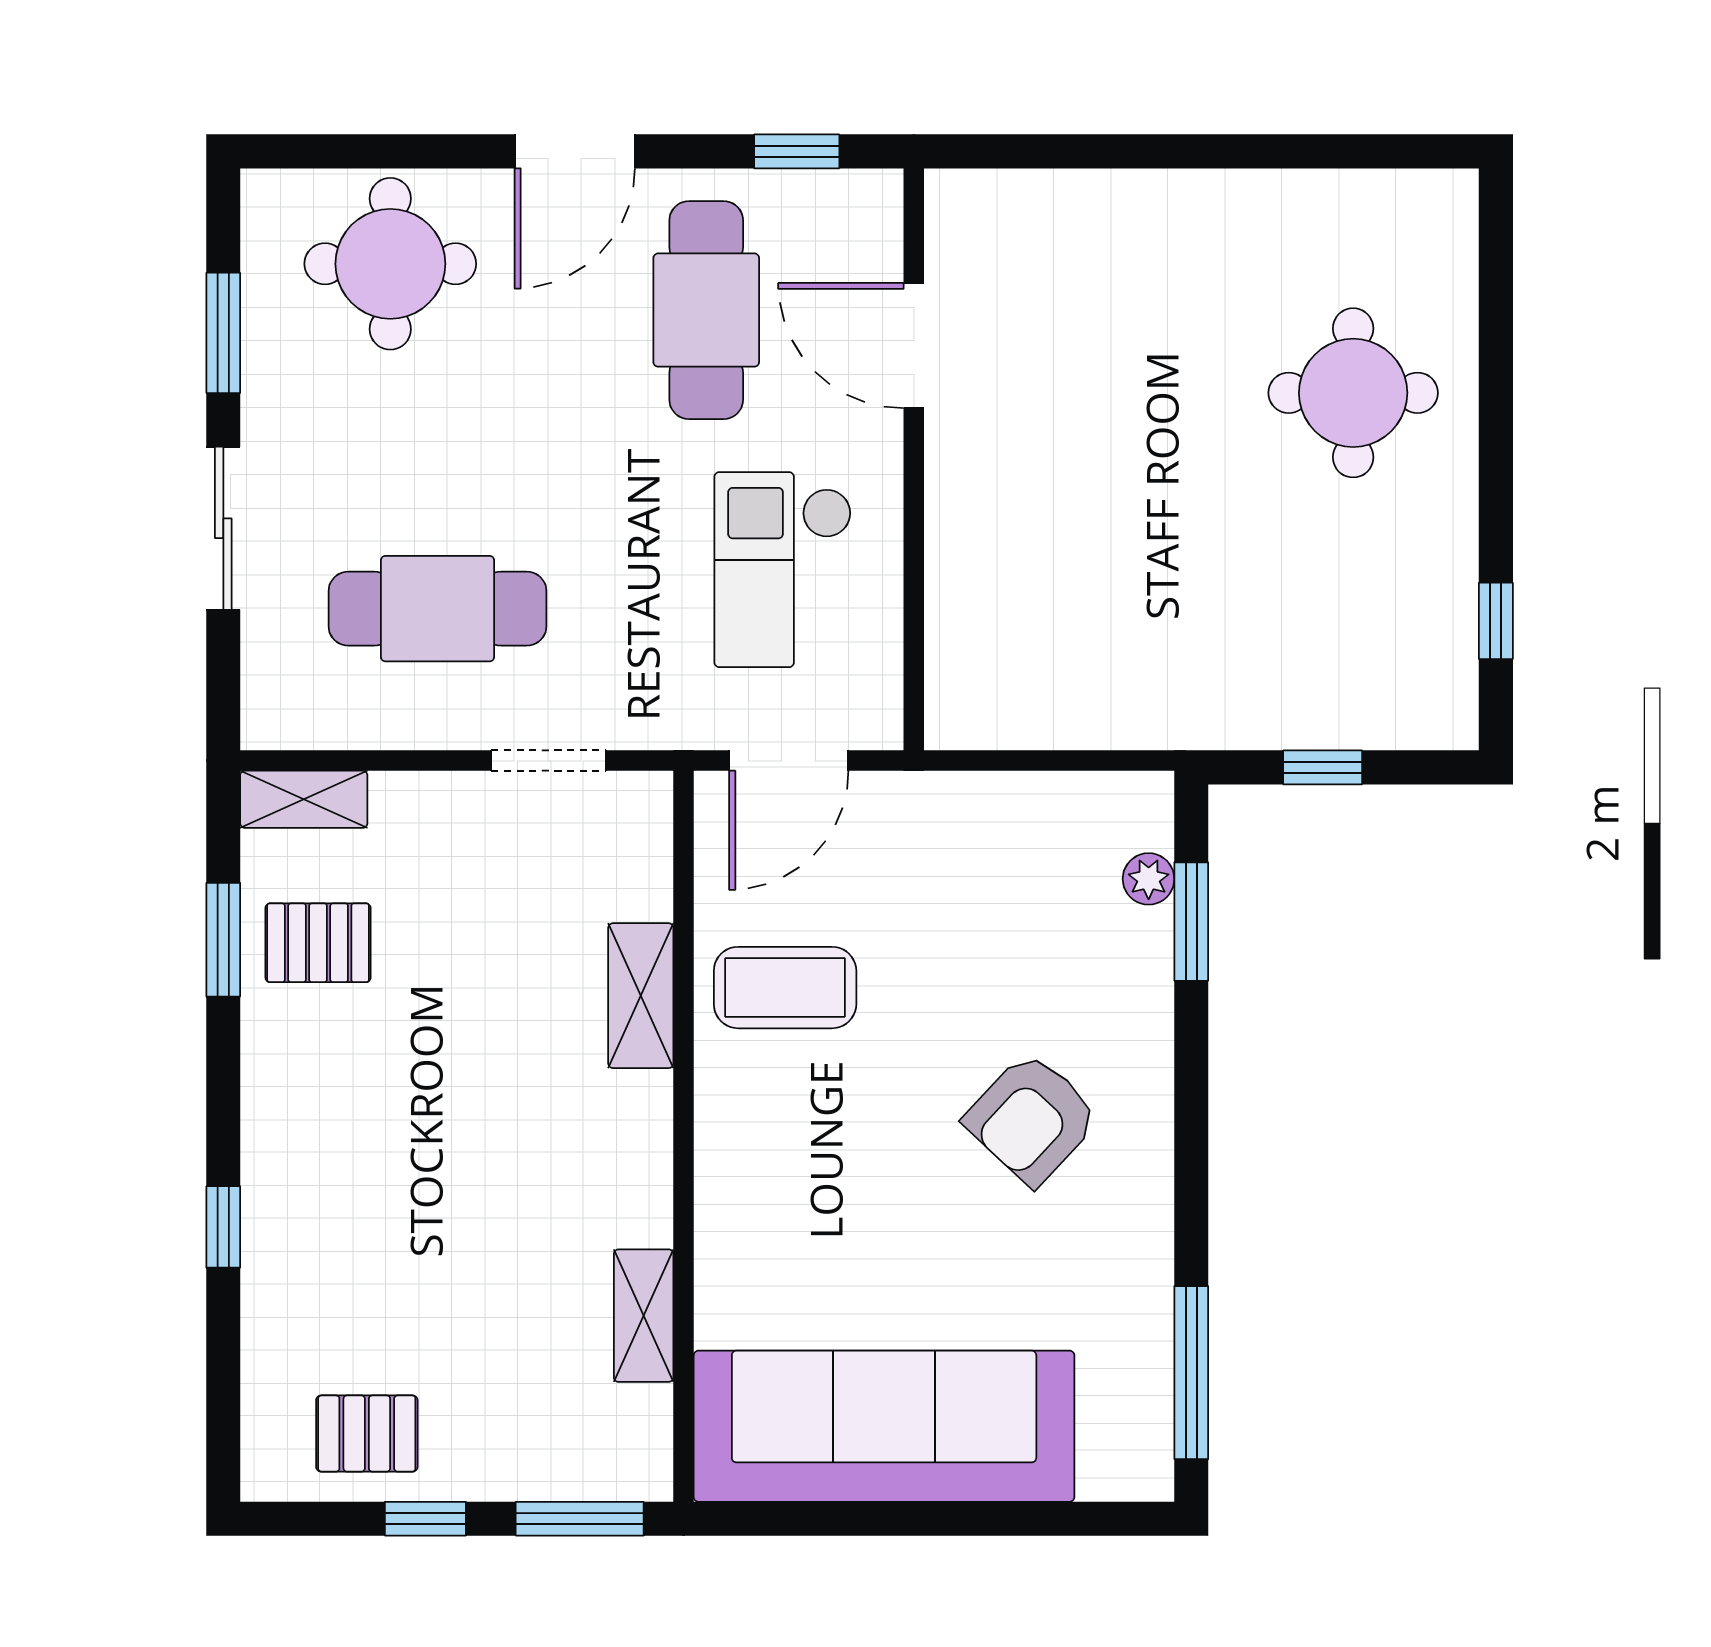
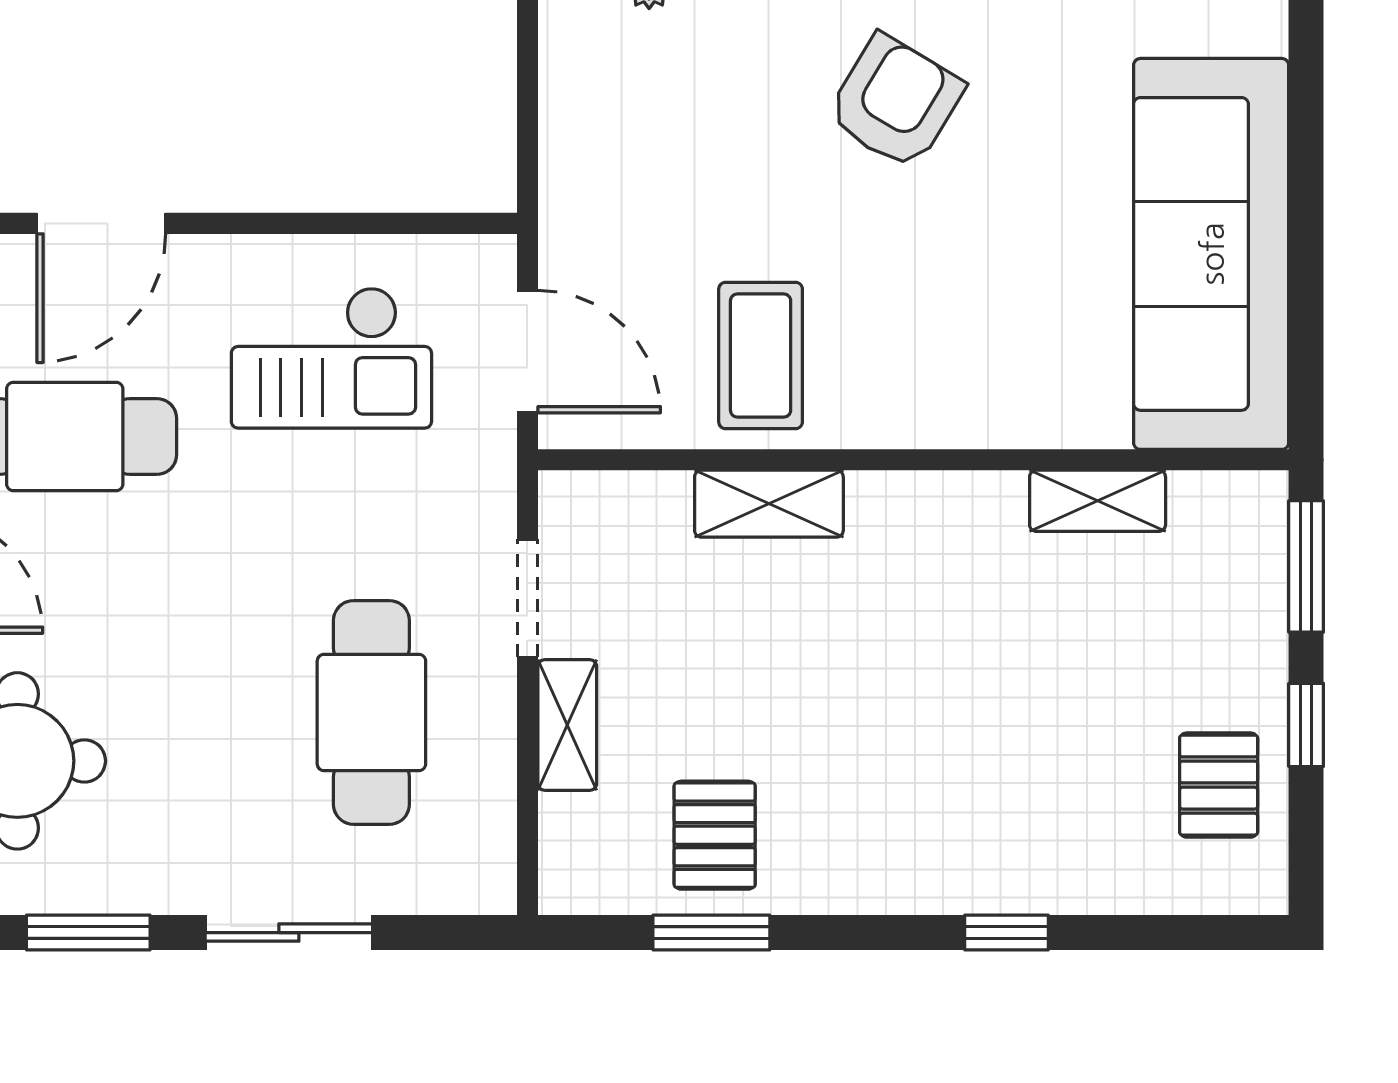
shelving: (304, 799) -> (567, 725), moved
armchair: (1032, 1119) -> (895, 102), turned -102

